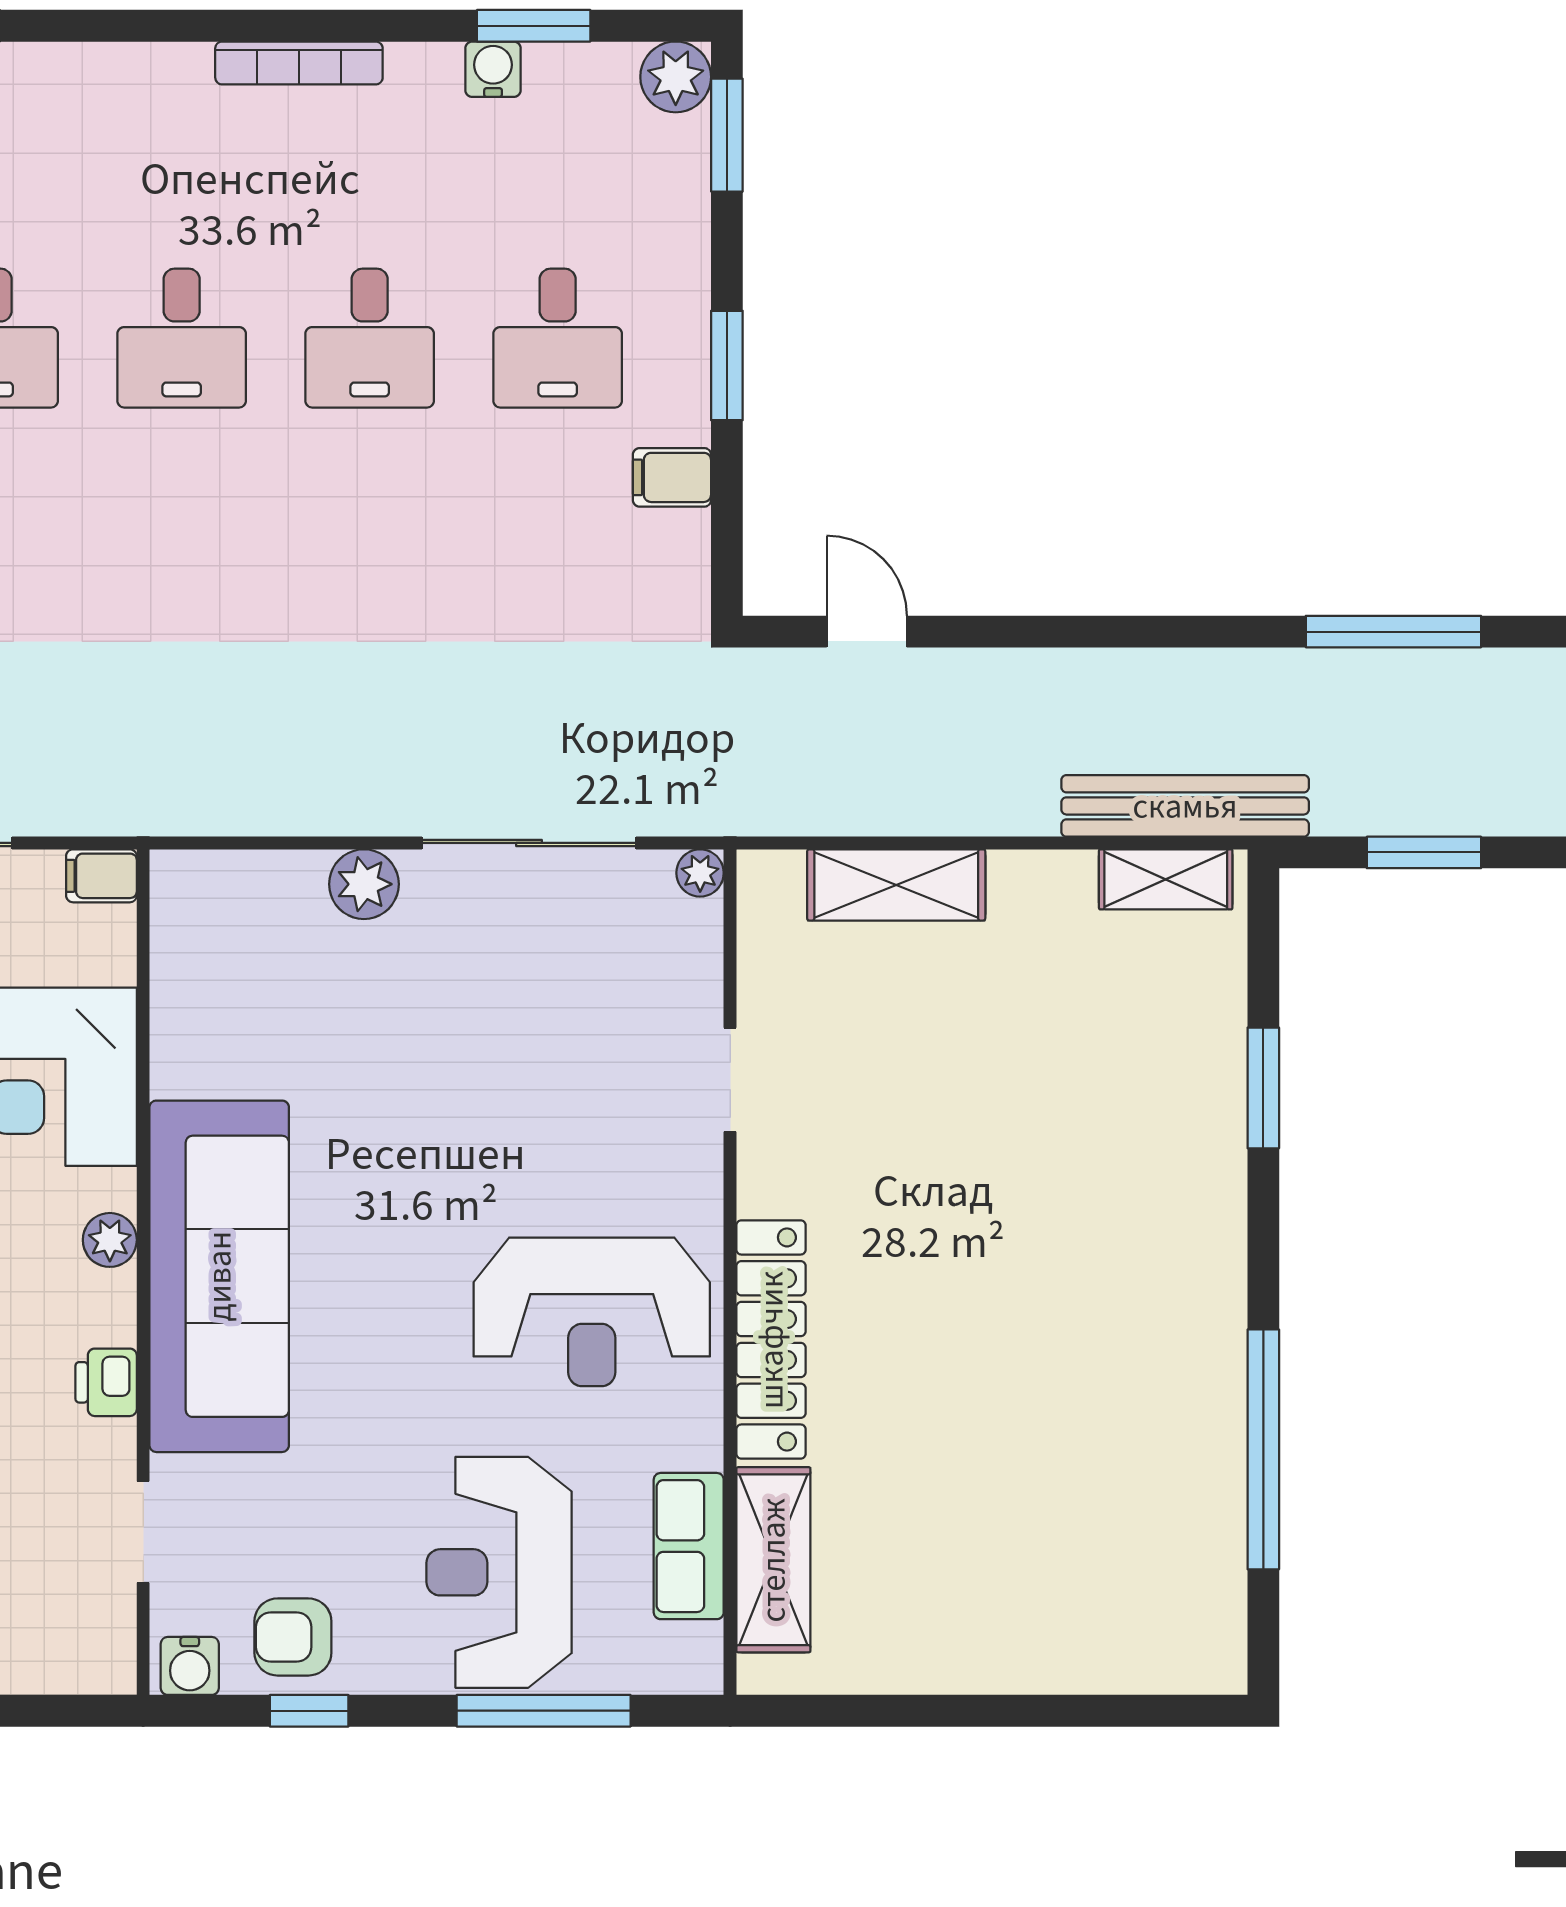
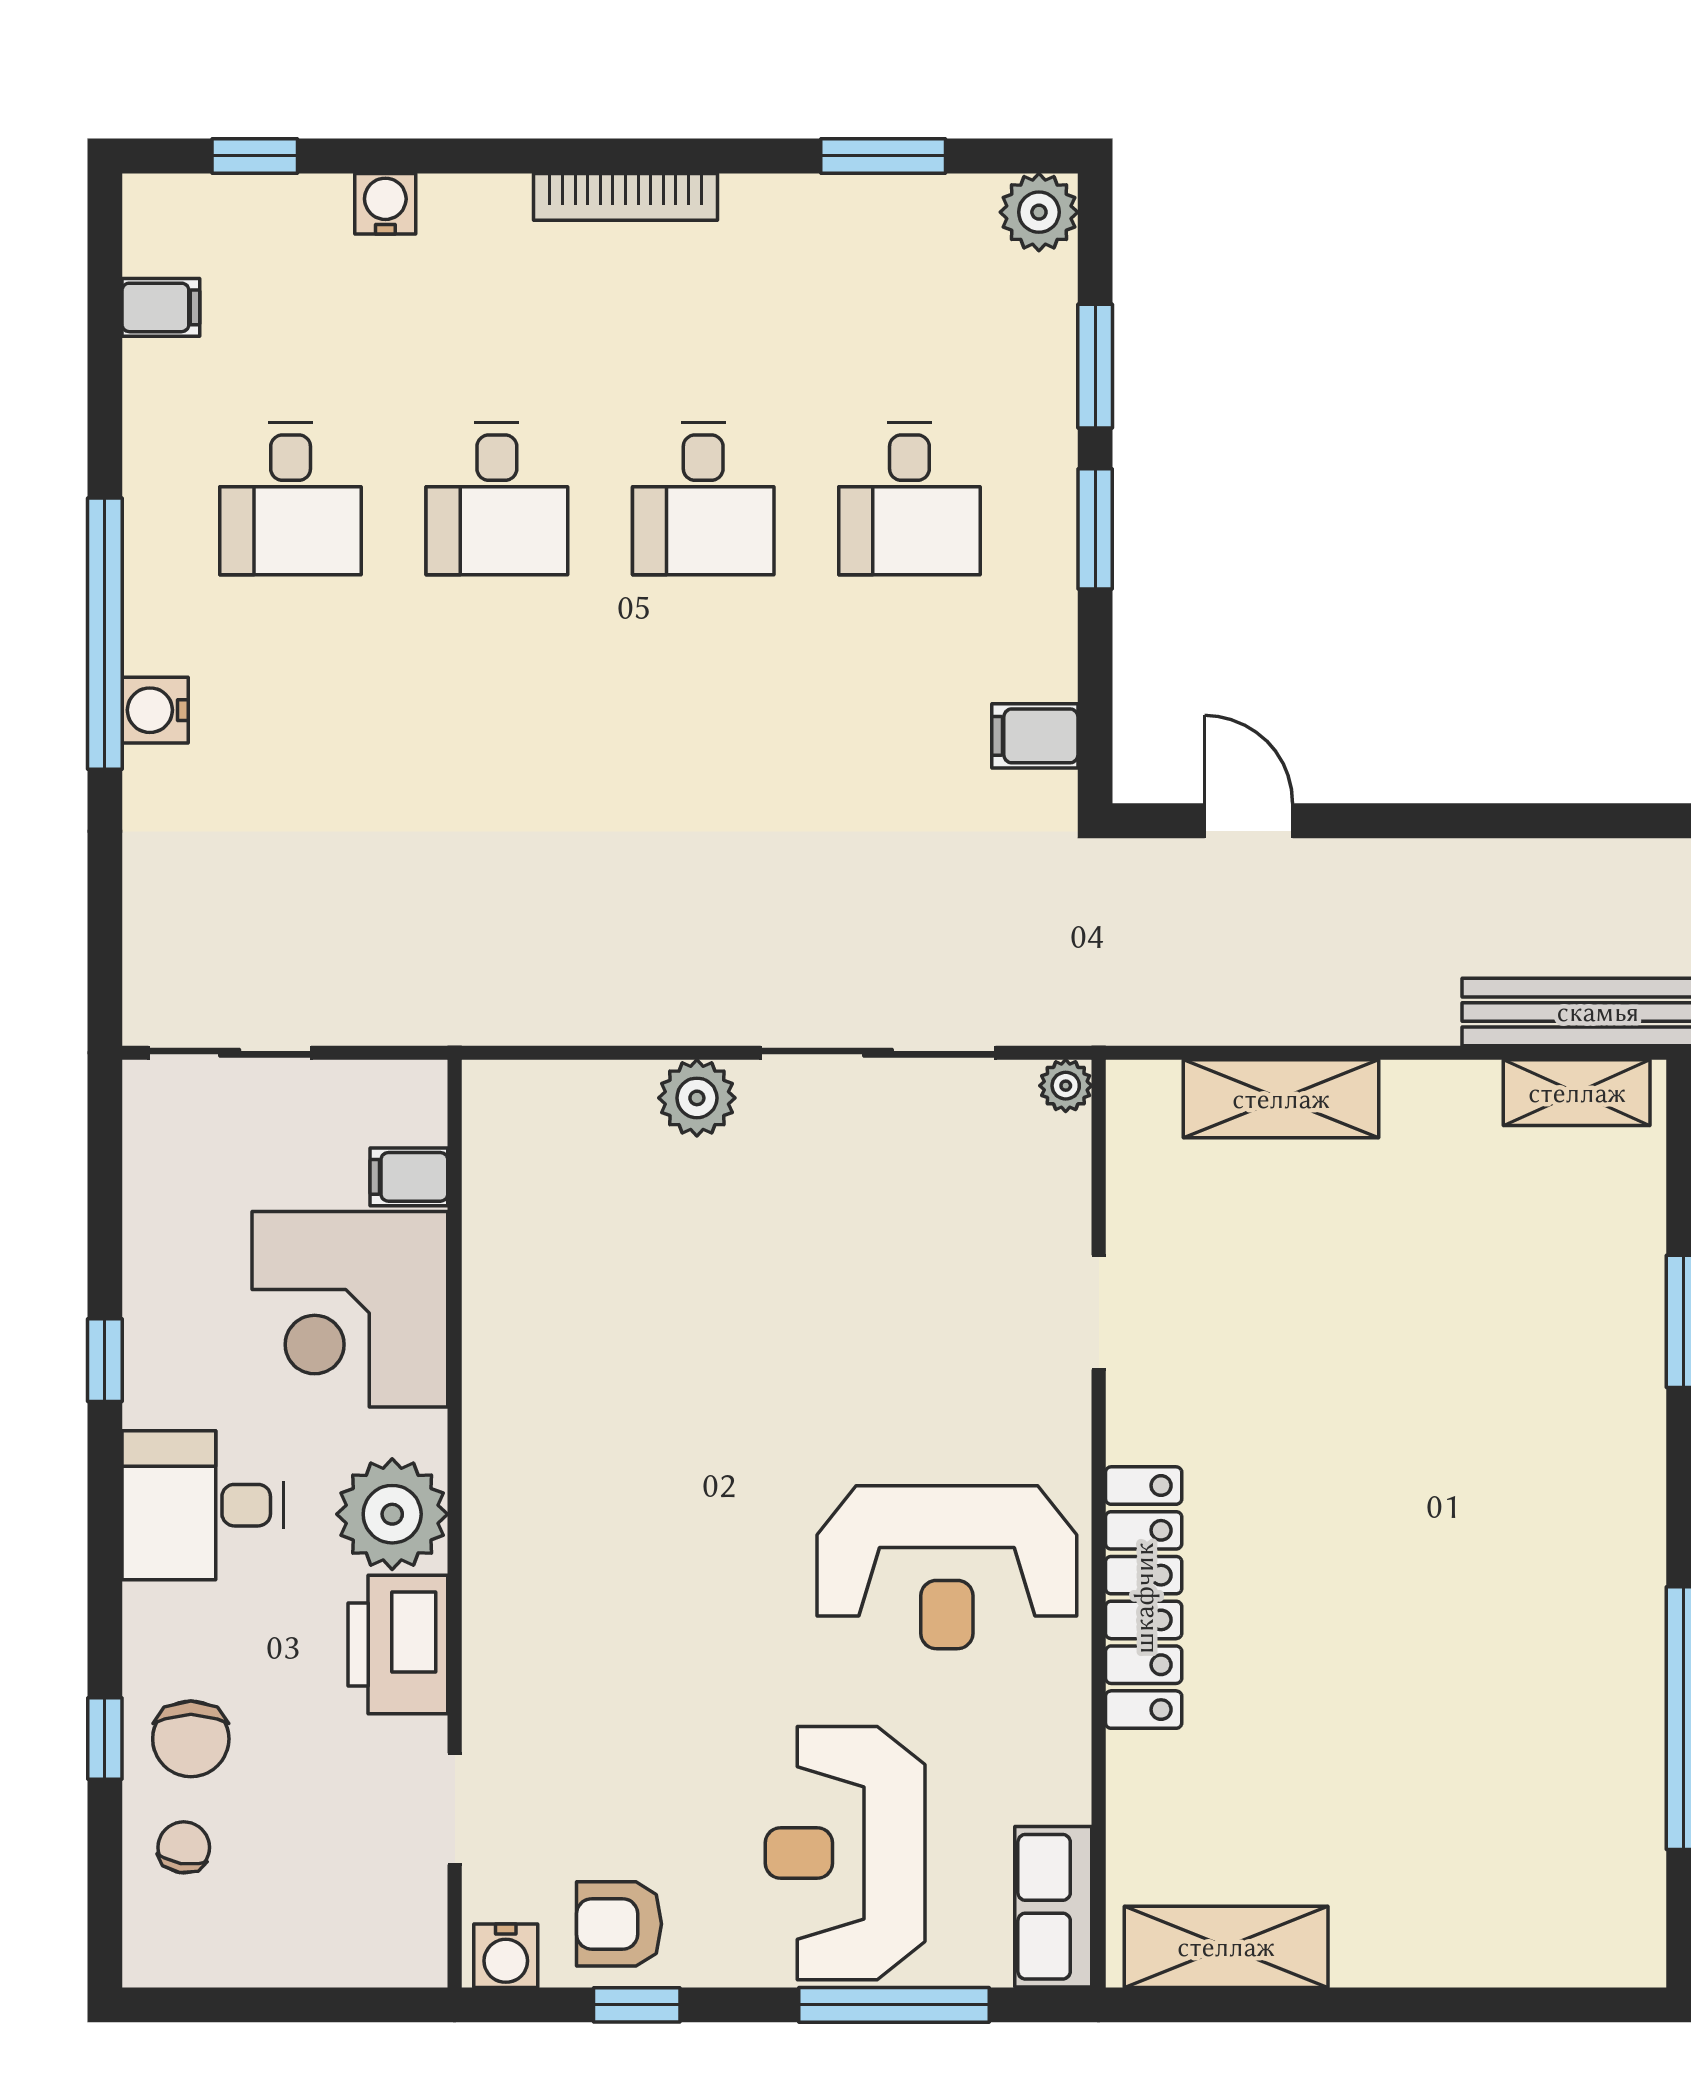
water cooler: (493, 69) -> (385, 204), moved
window: (727, 135) -> (1095, 366), moved
filing cabinet: (672, 477) -> (1035, 736), moved
filing cabinet: (101, 876) -> (409, 1177), moved
plant: (110, 1240) -> (392, 1514), width x1.87, depth x1.87
sofa: (219, 1276) -> (538, 1528), removed
printer: (106, 1382) -> (398, 1644), width x1.87, depth x1.48
row of seats: (689, 1546) -> (1053, 1907), moved
shelving: (773, 1560) -> (1226, 1947), moved, turned 90

